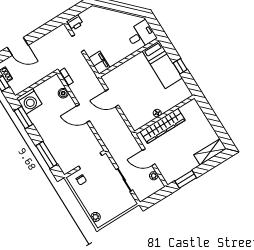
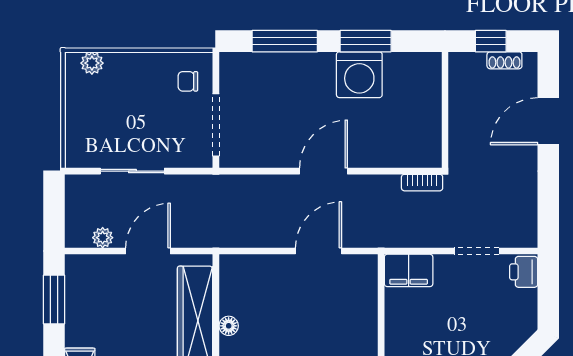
boiler: (63, 93) -> (392, 156), removed
washing machine: (29, 101) -> (359, 75), moved, turned -90
window: (23, 118) -> (366, 41), moved

